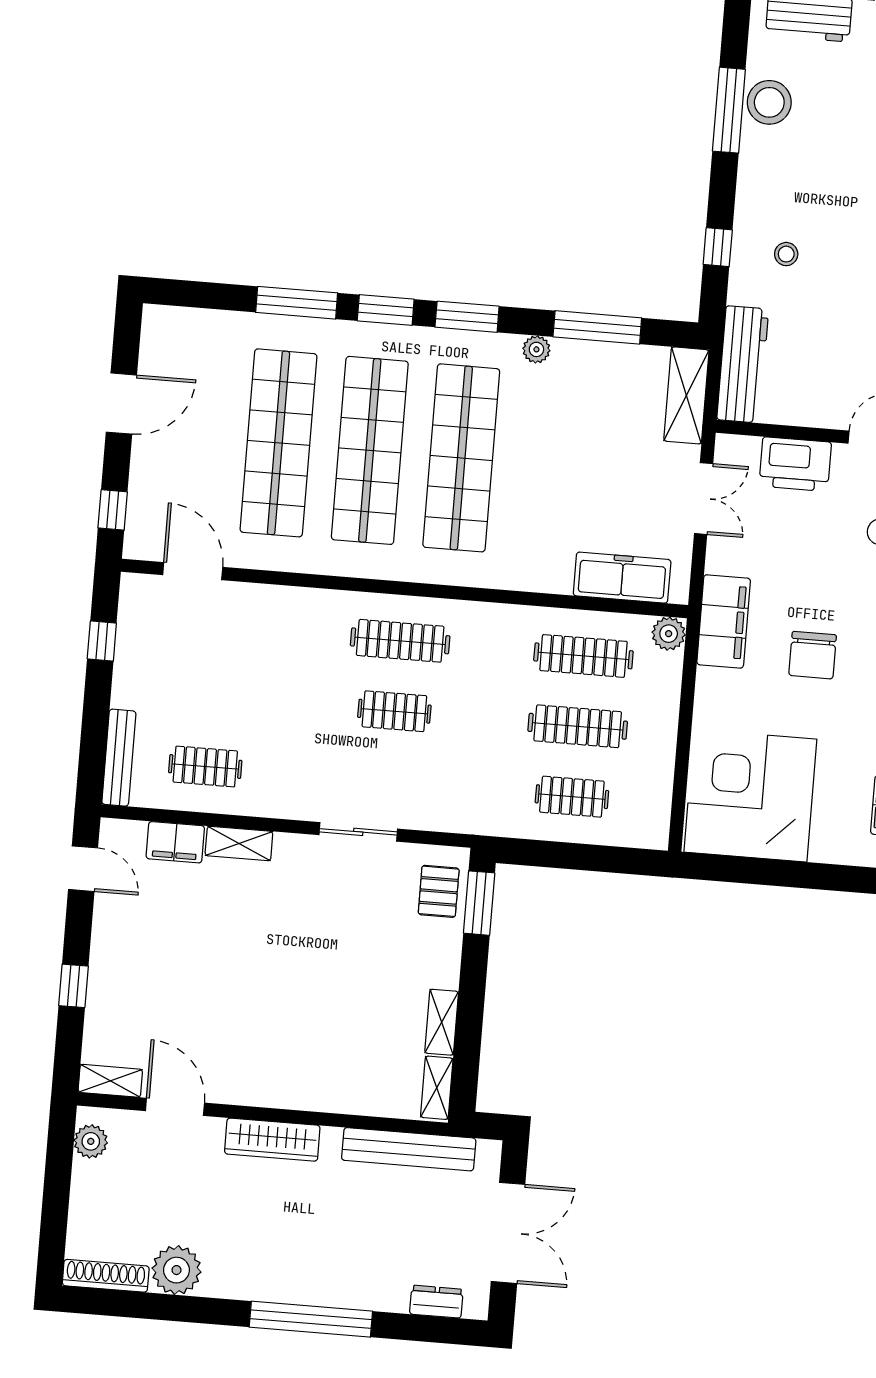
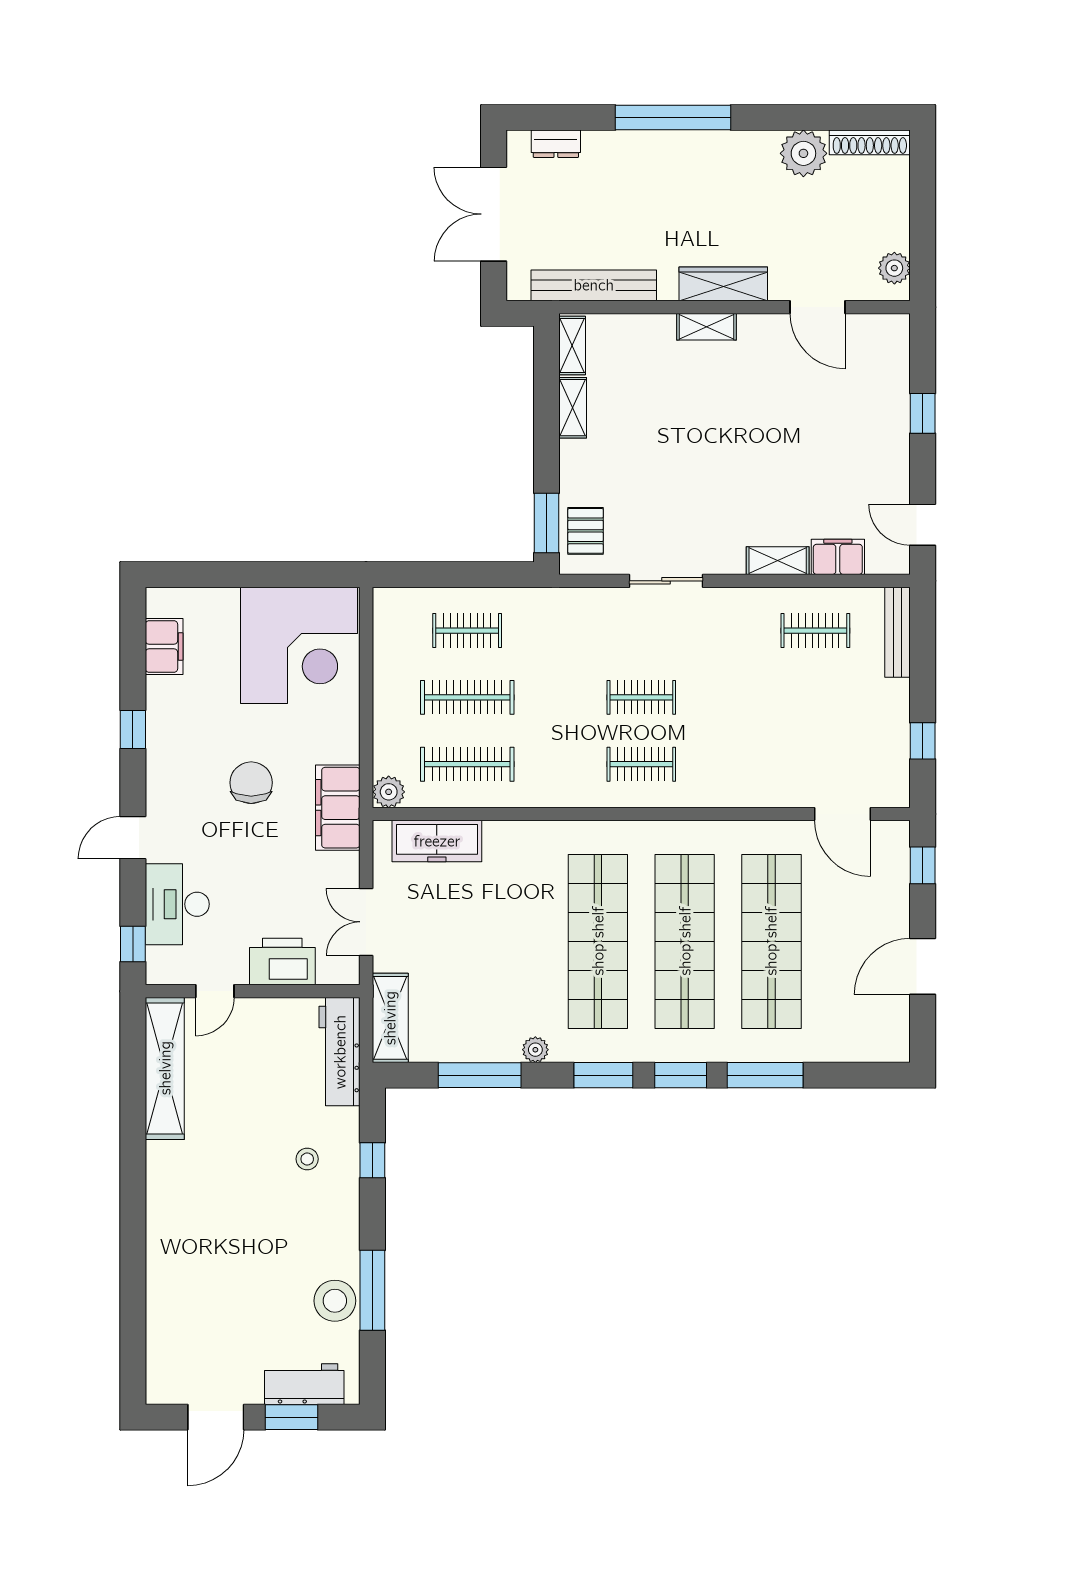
clothes rail: (400, 641) -> (641, 764), width x0.73
shelving: (110, 1081) -> (707, 327), moved

